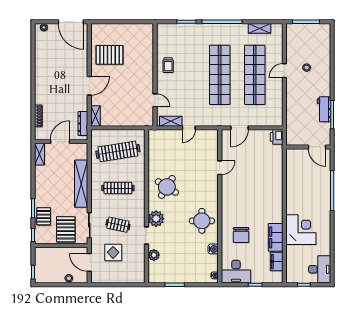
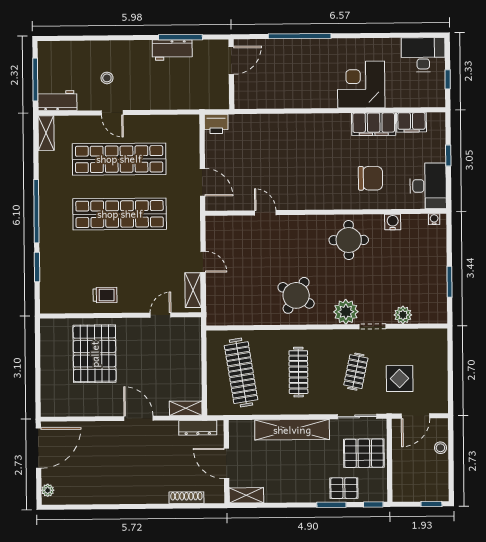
shelving: (259, 28) -> (46, 133), moved
workbench: (292, 36) -> (57, 101), added
pallet: (109, 55) -> (95, 354), moved, width x1.37, depth x1.41

